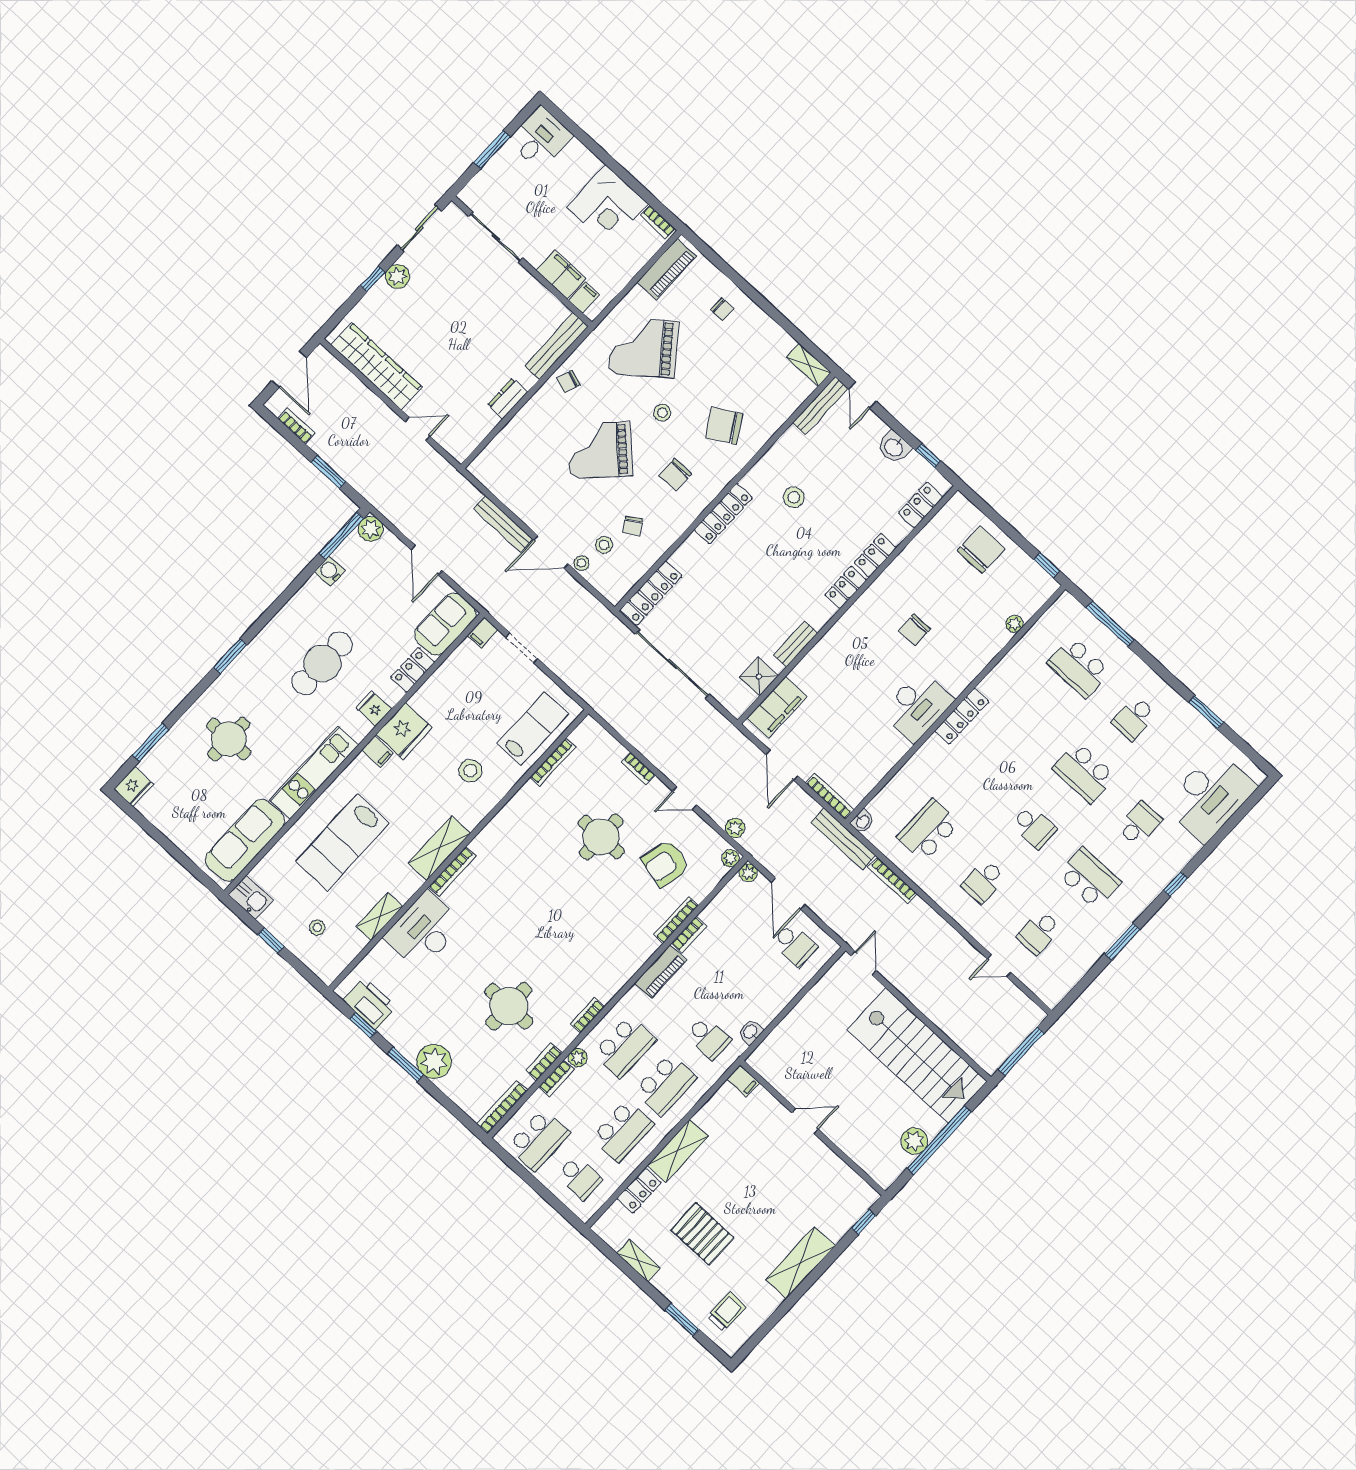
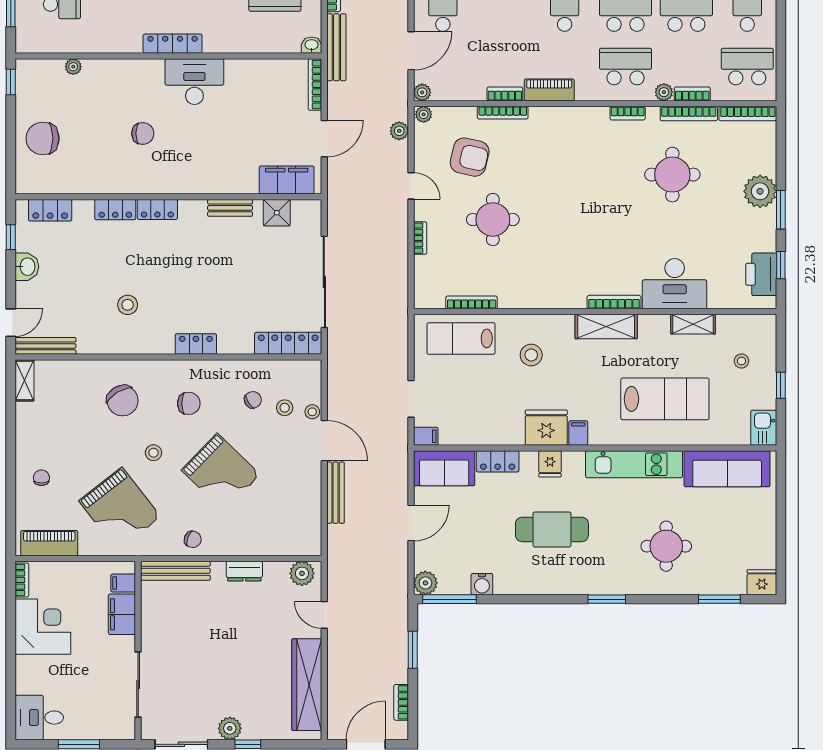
plant: (465, 441) -> (302, 573), added
locker: (723, 514) -> (196, 344), width x0.66
bookcase: (544, 1062) -> (689, 114), width x1.56

